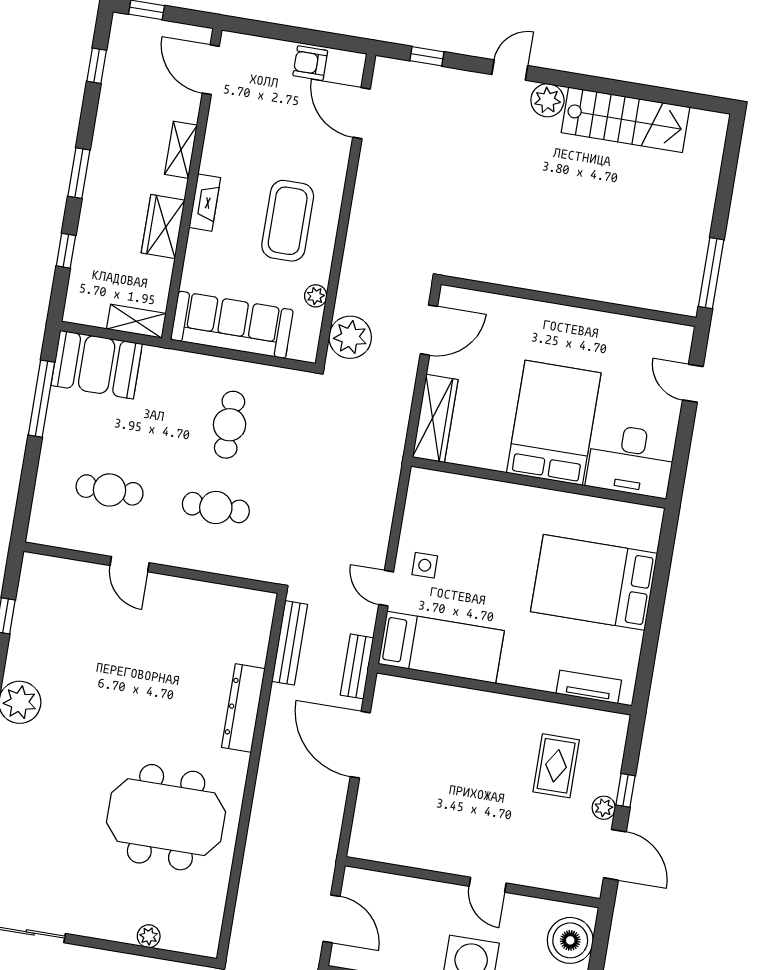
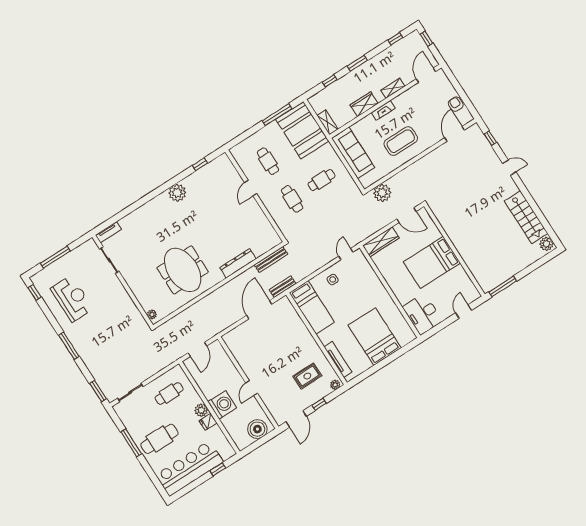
plant: (547, 100) -> (546, 244), moved
plant: (316, 296) -> (385, 171), removed
booth: (97, 365) -> (302, 130), width x1.36, depth x1.42
bed: (554, 423) -> (432, 262), moved, turned 180
door: (386, 588) -> (346, 254), moved
tv unit: (589, 687) -> (338, 360), width x1.41
plant: (604, 808) -> (335, 385), moved
plant: (149, 936) -> (152, 314), moved

